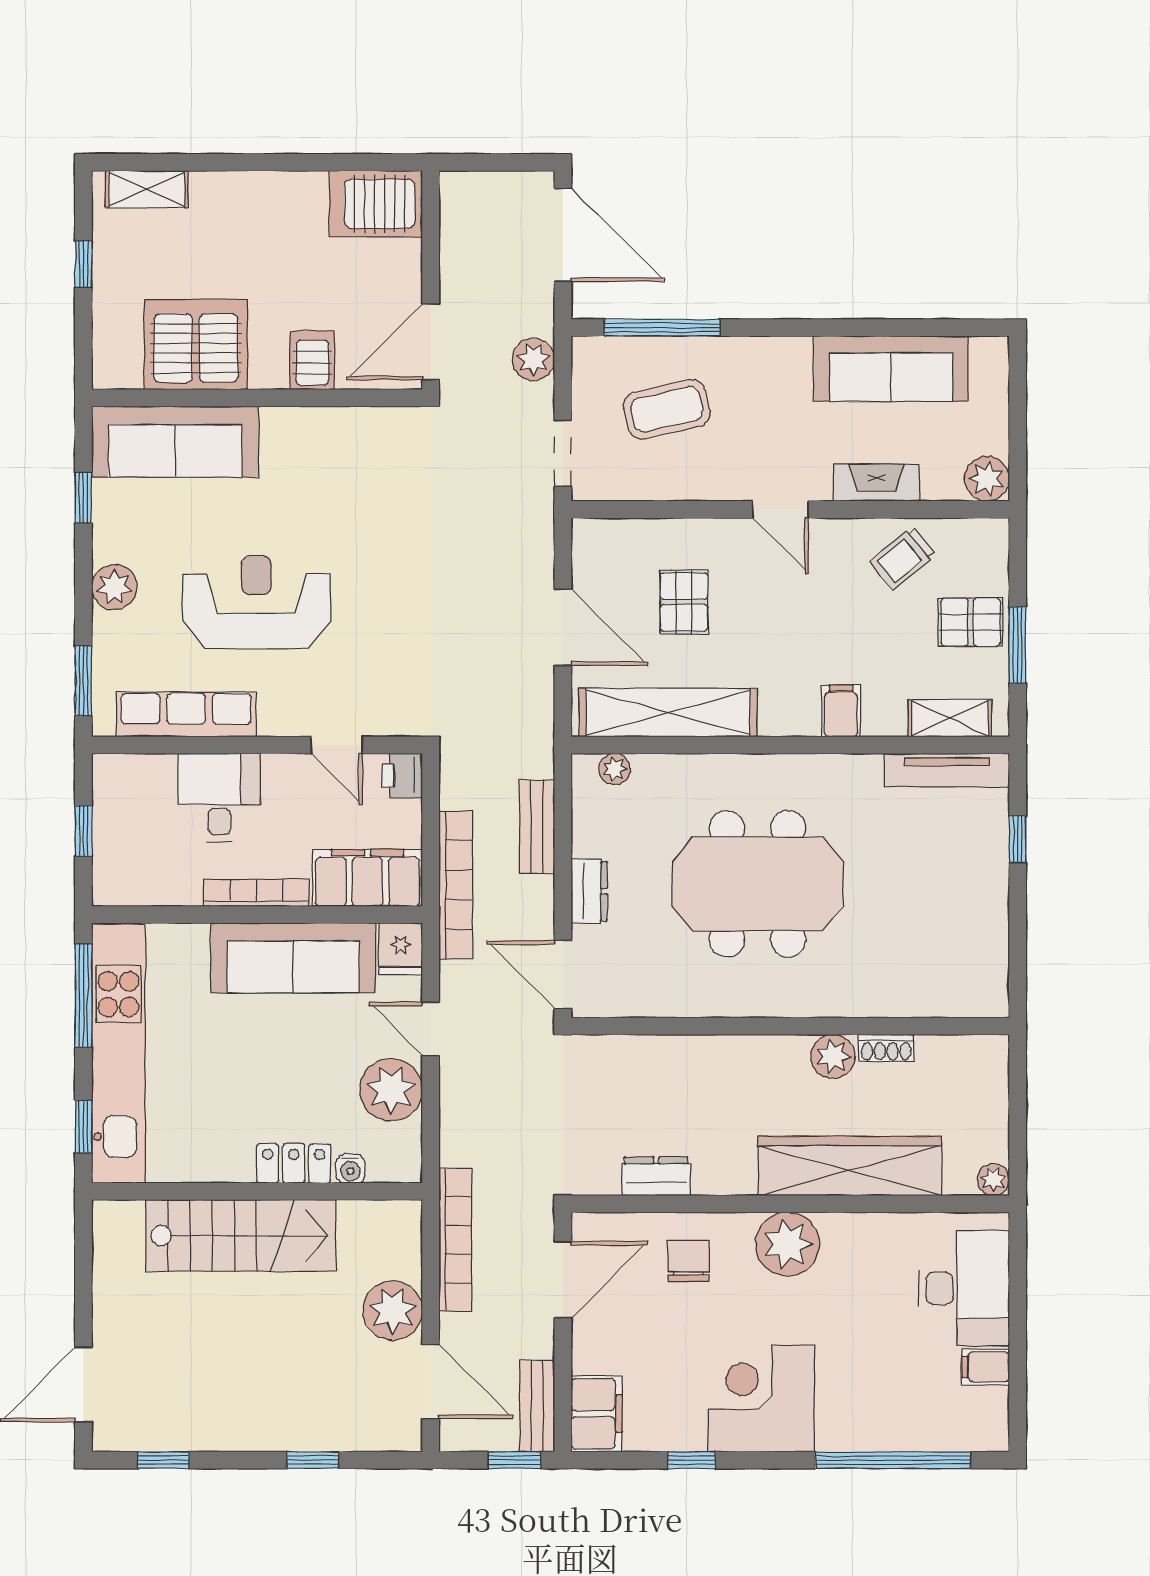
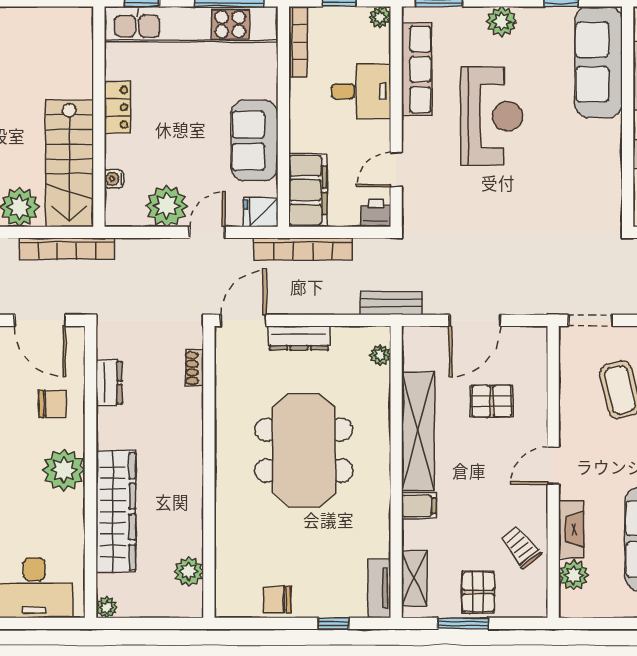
plant: (987, 479) -> (574, 575), moved
shelving: (668, 713) -> (418, 431), moved
plant: (108, 770) -> (380, 17), added
tv unit: (947, 770) -> (379, 588), width x0.71
bench: (537, 827) -> (391, 303), moved
dresser: (589, 891) -> (299, 338), width x1.44
bookcase: (256, 893) -> (298, 42), moved
chair: (982, 924) -> (277, 600), added
sofa: (293, 958) -> (254, 141), width x0.73
shoe rack: (886, 1048) -> (194, 368), moved
plant: (833, 1056) -> (189, 571), moved
locker: (294, 1163) -> (117, 107), moved
stairs: (241, 1236) -> (69, 163), moved

